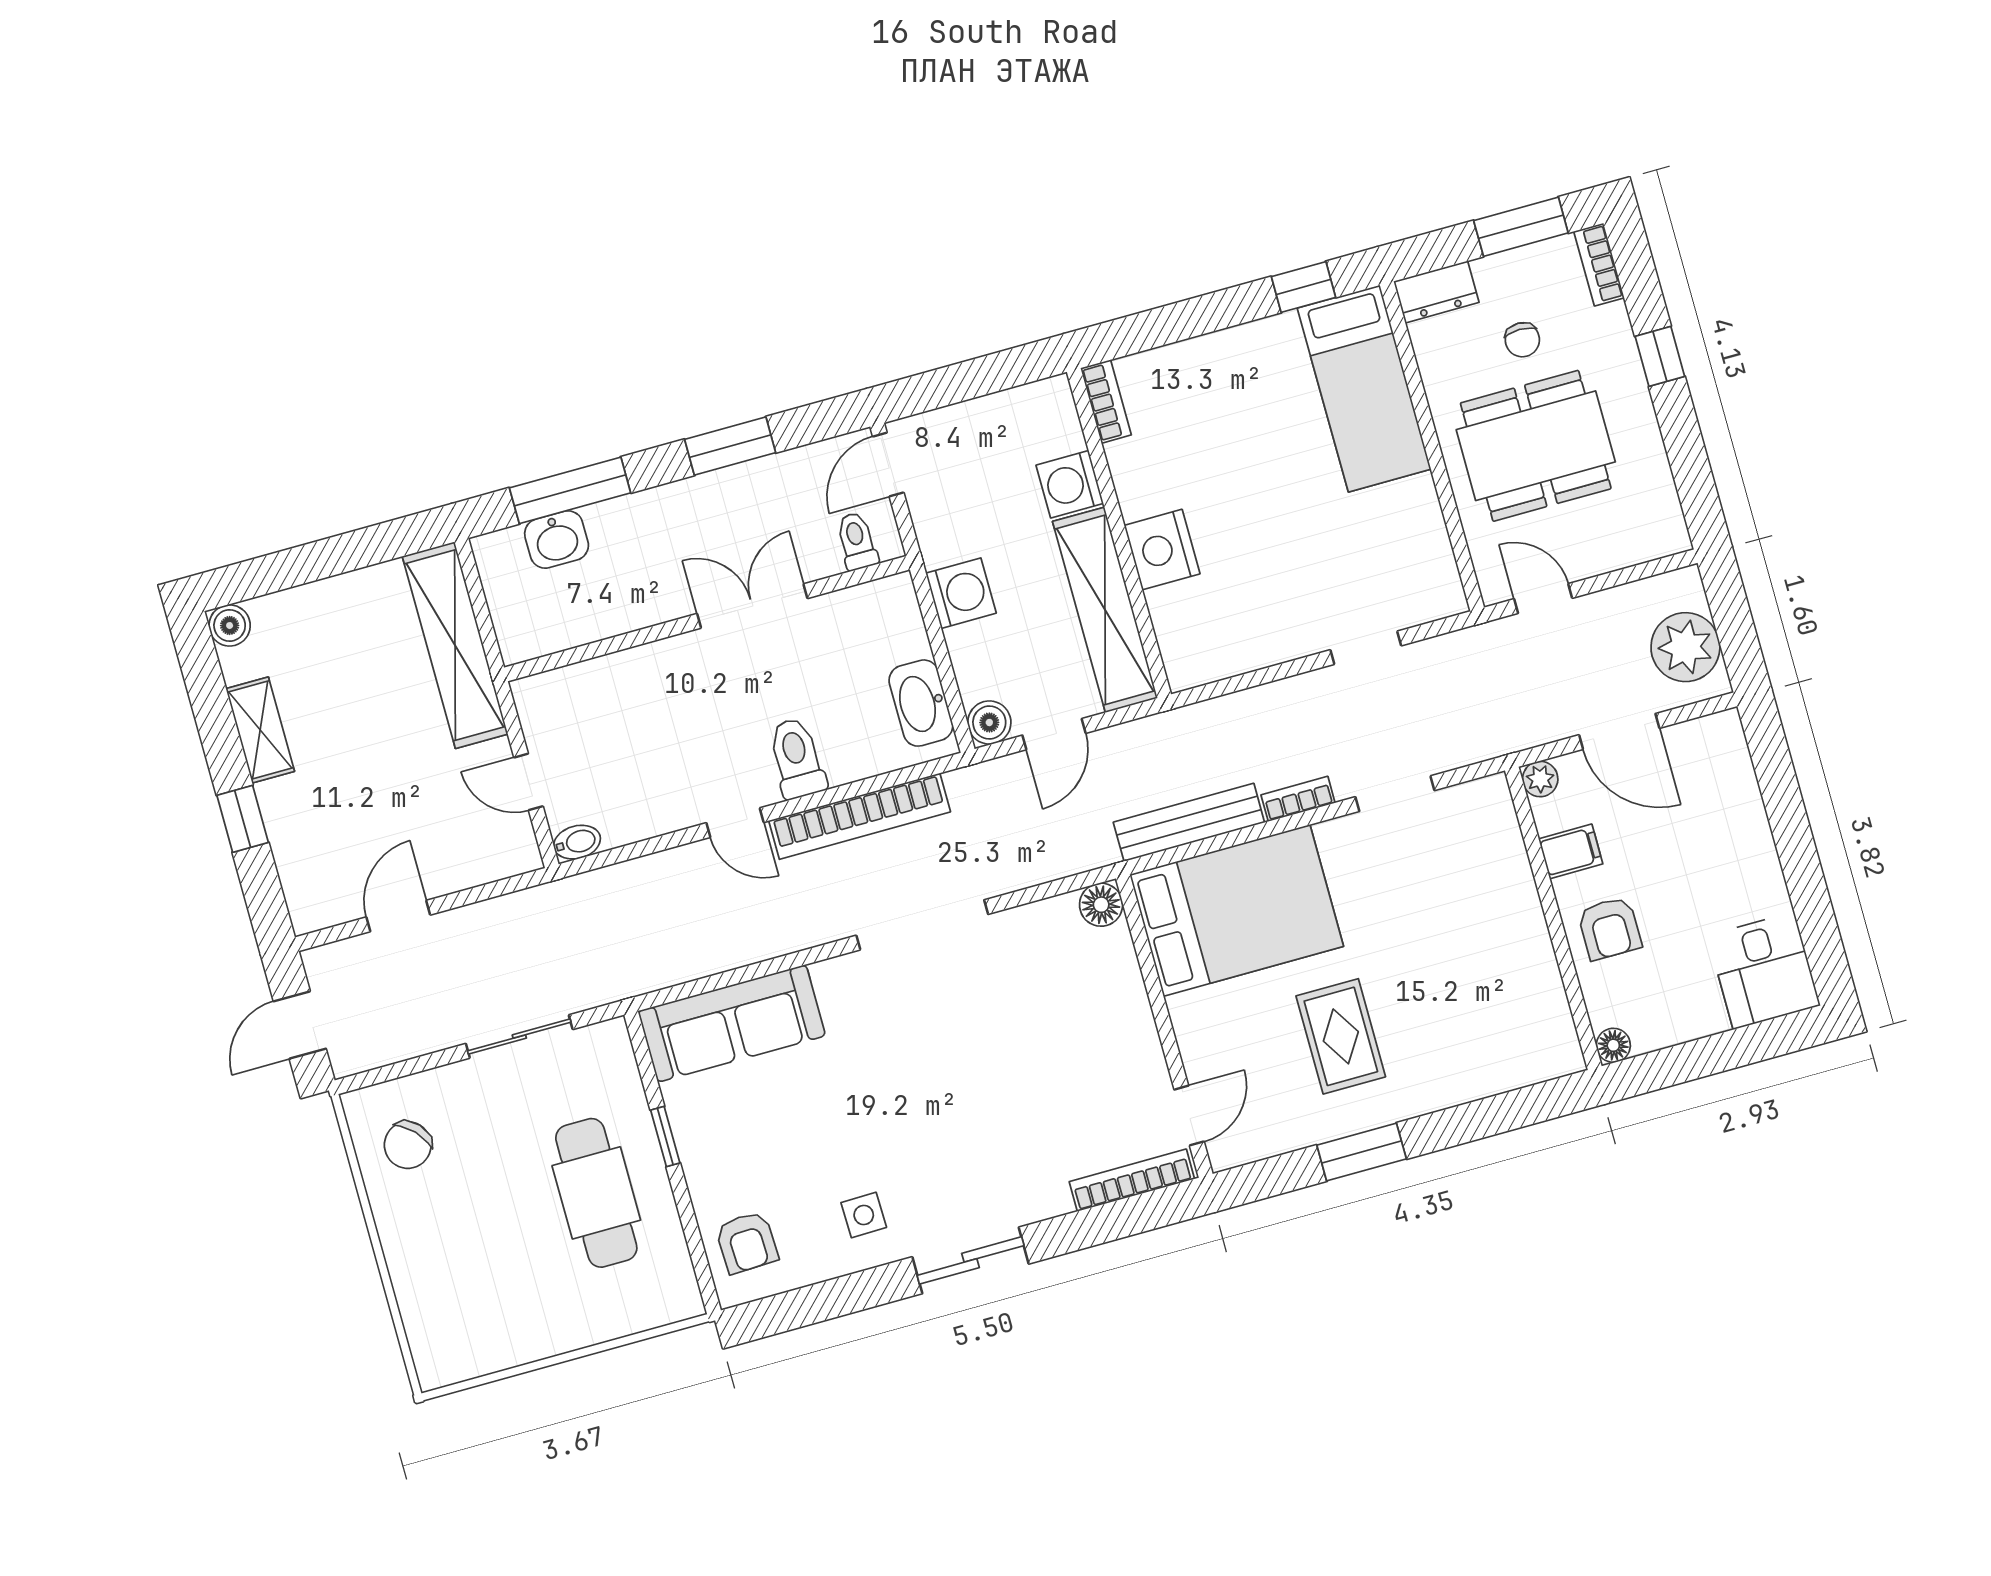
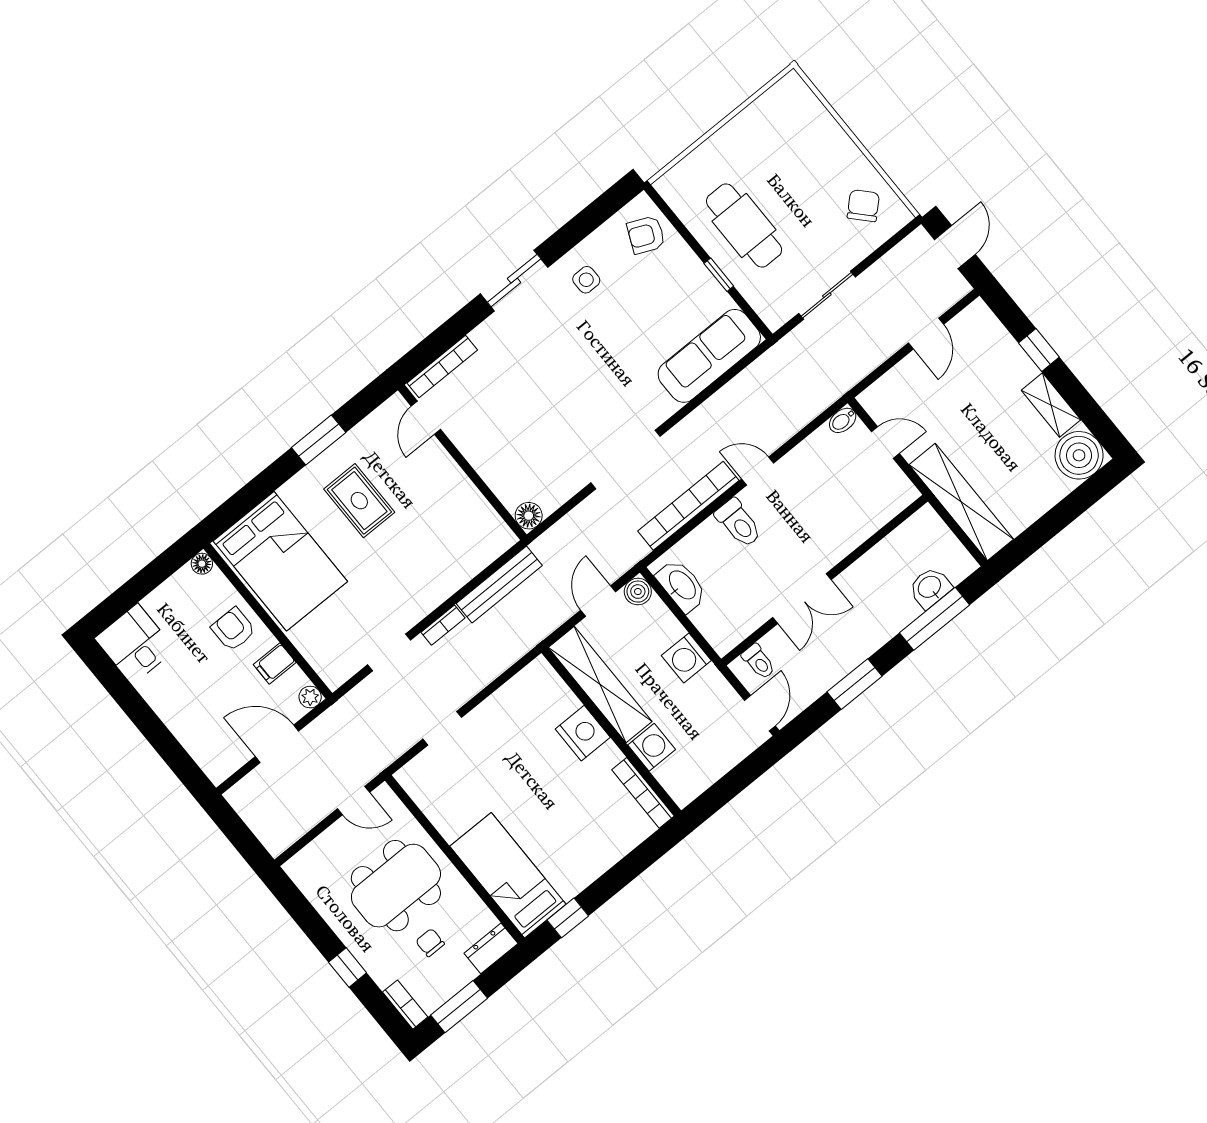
bookcase: (1106, 402) -> (643, 793), width x1.56
boiler: (230, 625) -> (1079, 455), width x1.86, depth x1.86
plant: (1685, 647) -> (260, 808), removed
bed: (1237, 910) -> (280, 561), moved, turned -90
armchair: (747, 1242) -> (646, 235), turned -64

